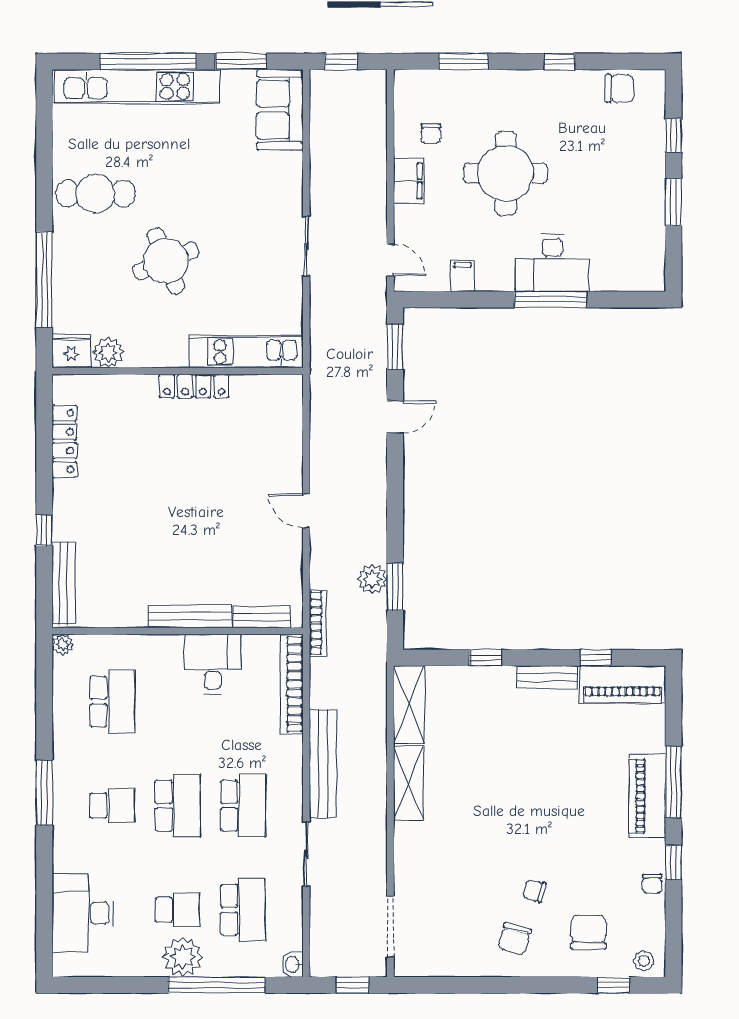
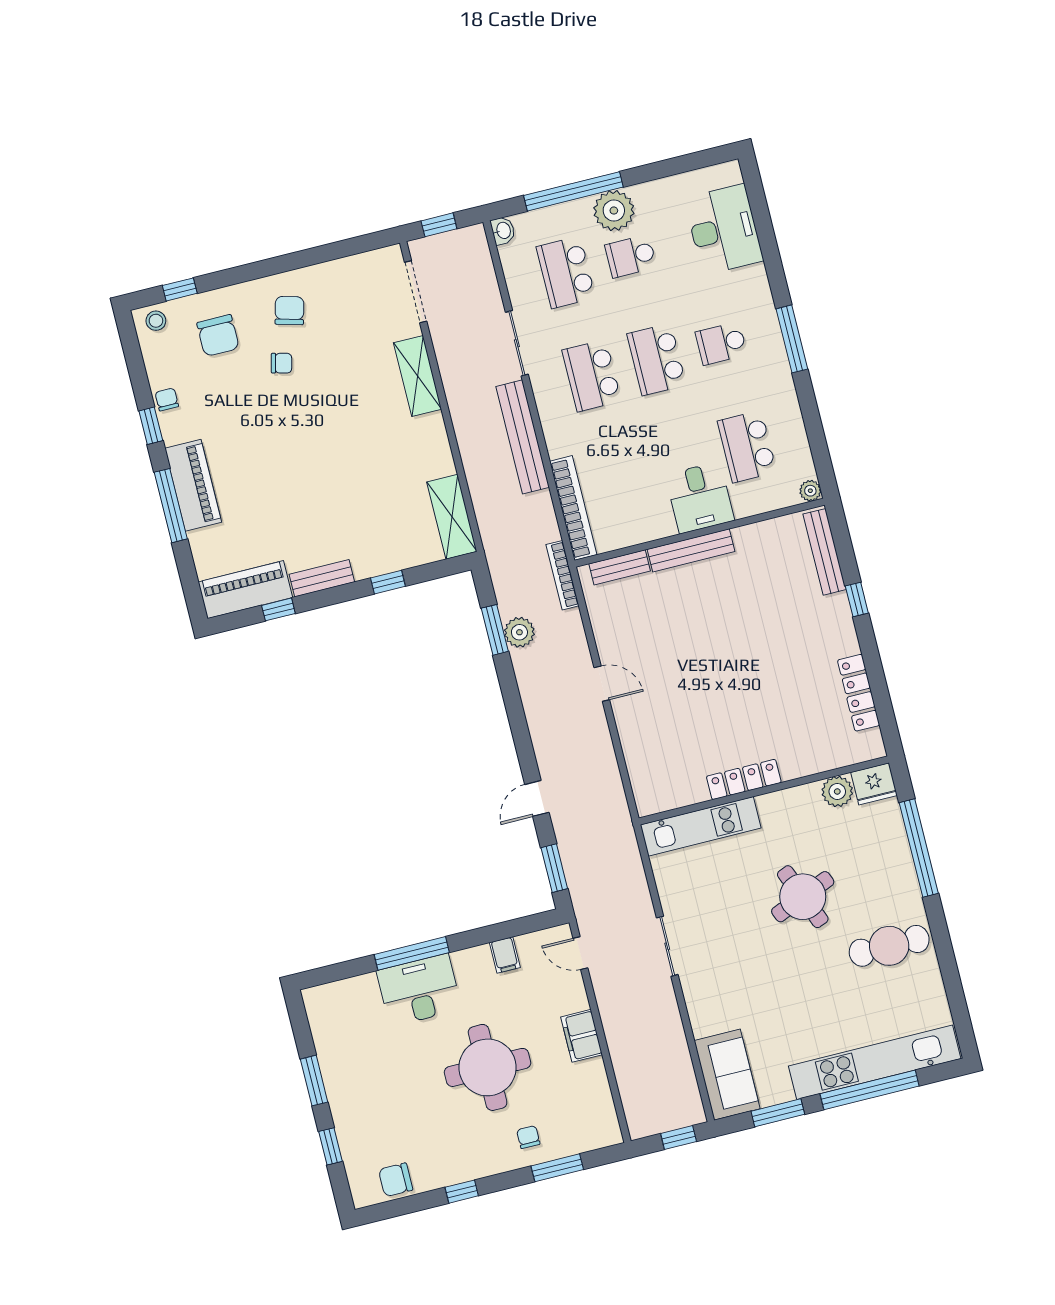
chair: (431, 134) -> (528, 1137), moved
desk: (213, 664) -> (700, 498), moved
shelving: (408, 783) -> (418, 376), moved

